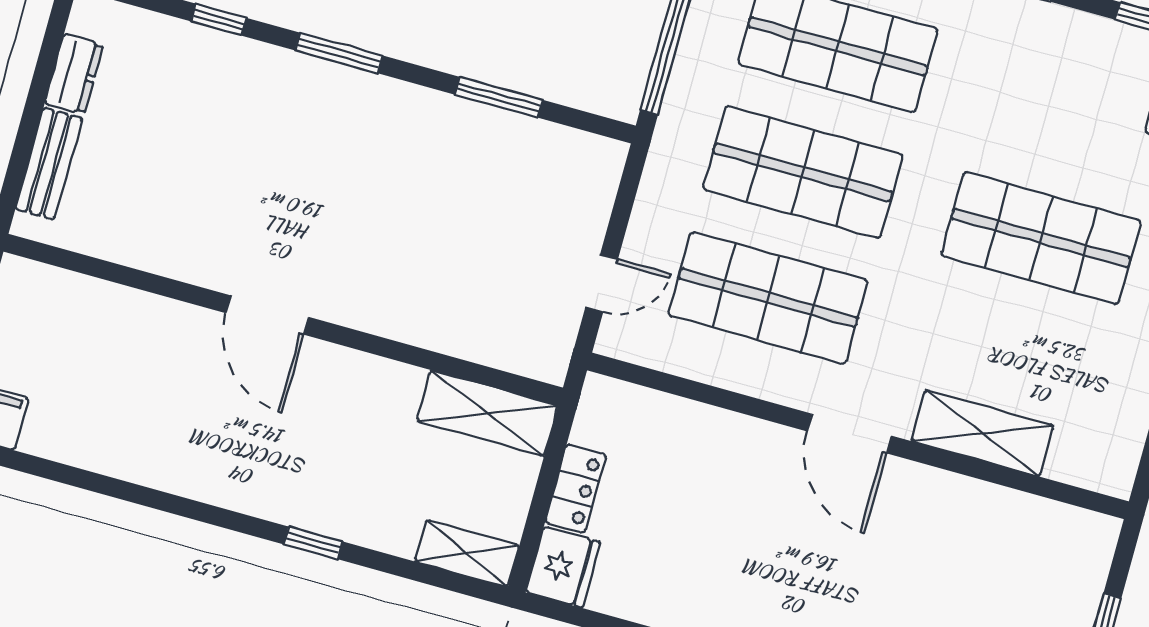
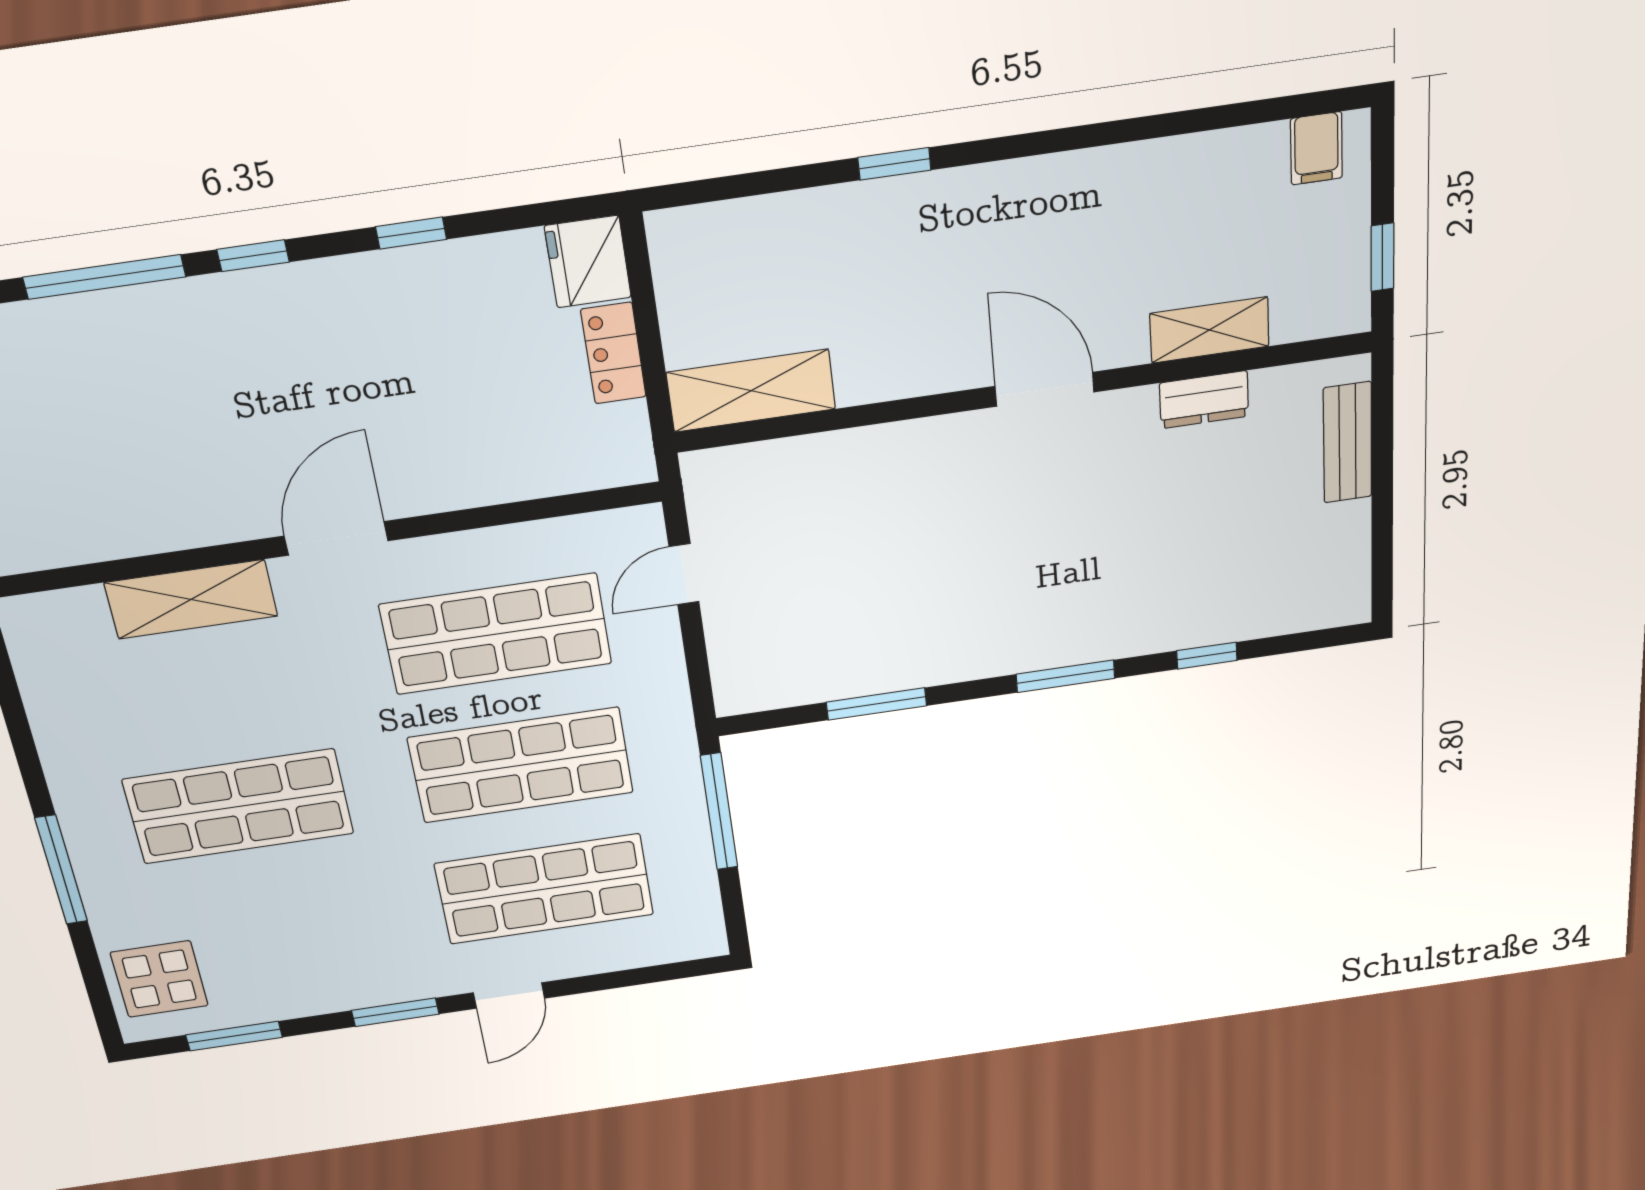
dresser: (74, 74) -> (1204, 400), moved, turned -90
door: (849, 433) -> (336, 538), hinge flipped
shelving: (467, 553) -> (1209, 330), moved

